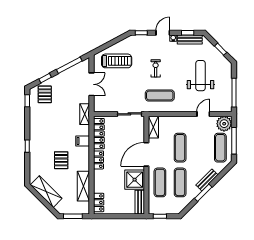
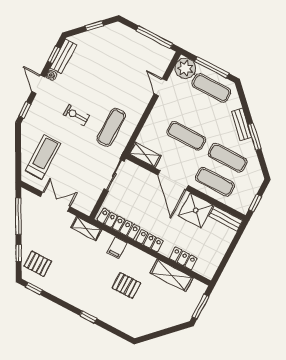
weight bench: (201, 76) -> (113, 66), removed
shelving: (46, 192) -> (154, 323), removed
locker: (99, 202) -> (183, 258), moved

